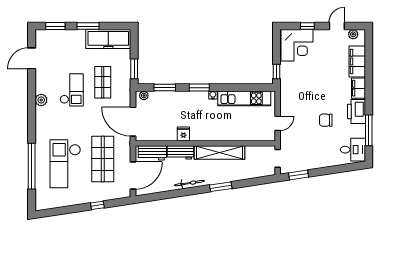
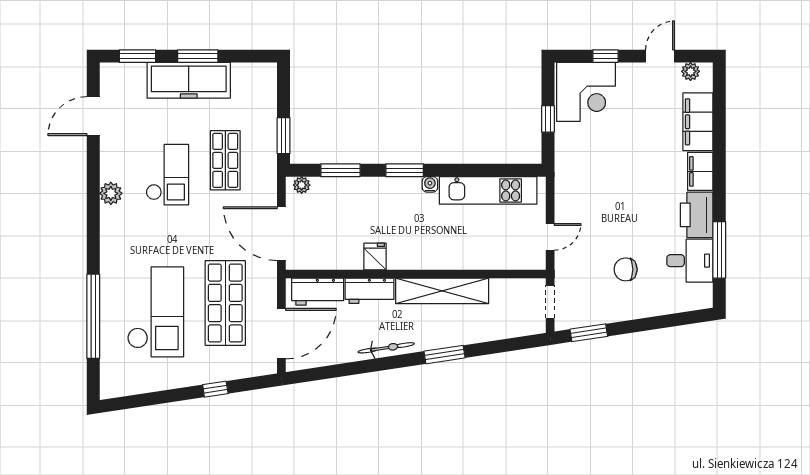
freezer: (108, 39) -> (189, 80), moved
window: (276, 71) -> (548, 119), moved
chair: (326, 120) -> (626, 269), moved
desk: (353, 150) -> (690, 261), moved
checkout: (65, 164) -> (156, 312), turned 180

